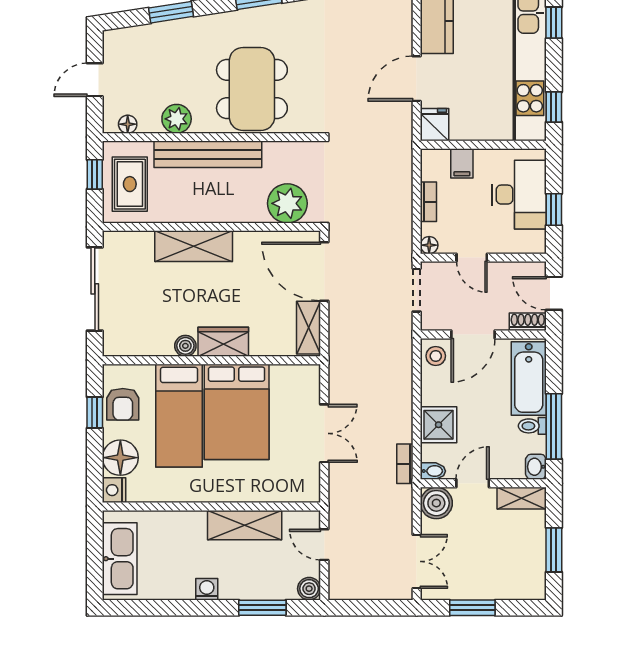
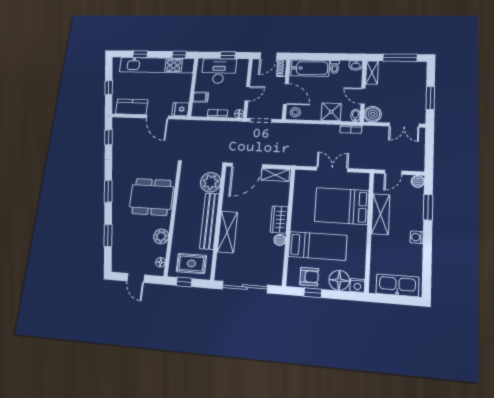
bench: (208, 154) -> (209, 221), moved
bed: (237, 412) -> (342, 206), moved, turned 180
window: (554, 426) -> (335, 57), removed
window: (554, 550) -> (400, 58), width x1.44
double door: (417, 561) -> (404, 125), swing flipped

